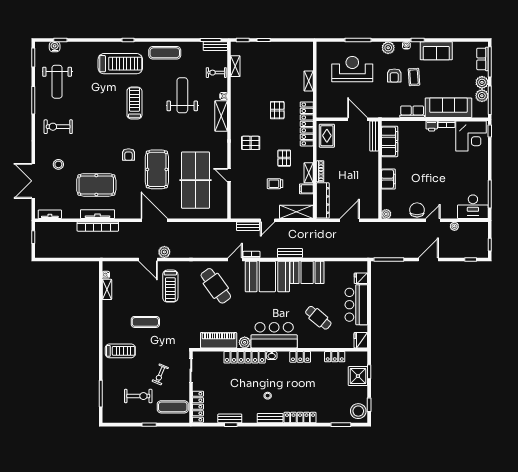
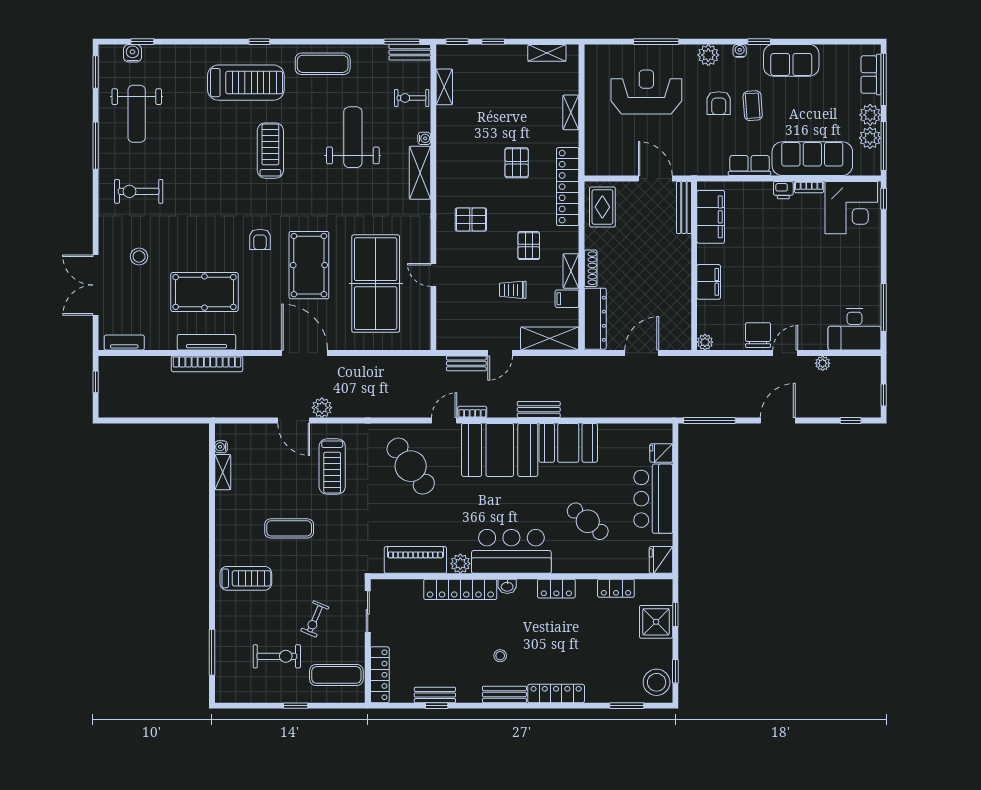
shelving: (295, 46) -> (547, 53), added

